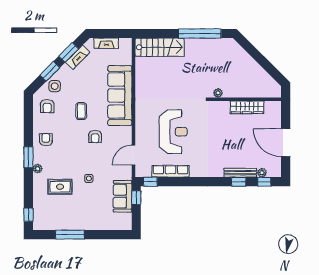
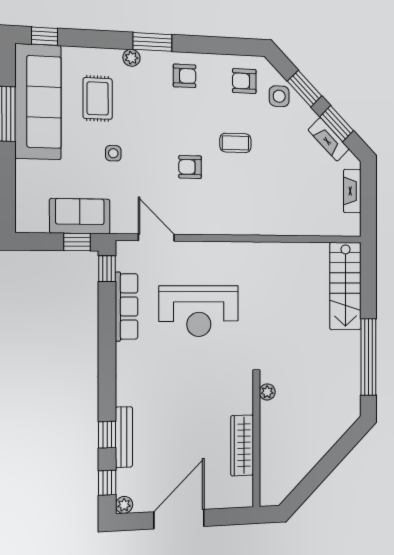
sofa: (120, 96) -> (38, 102), moved, turned 90
plant: (262, 173) -> (124, 505), moved

